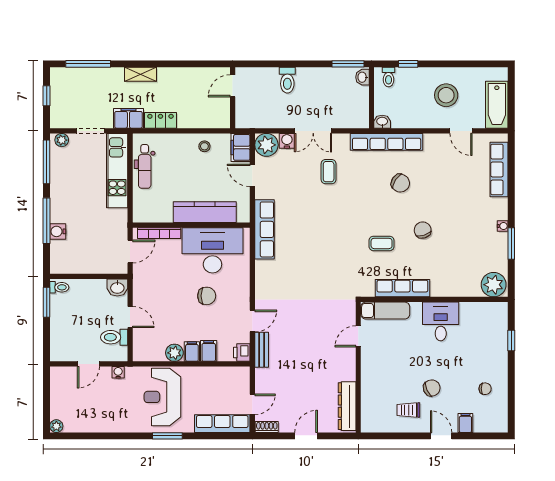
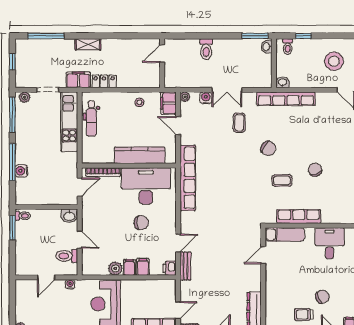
plant: (266, 145) -> (185, 97), width x0.53, depth x0.53
chair: (400, 183) -> (268, 148), moved
row of seats: (265, 229) -> (188, 178), width x1.36

